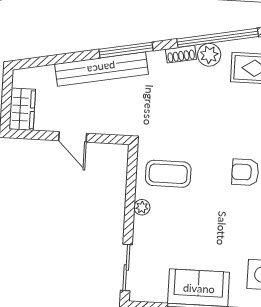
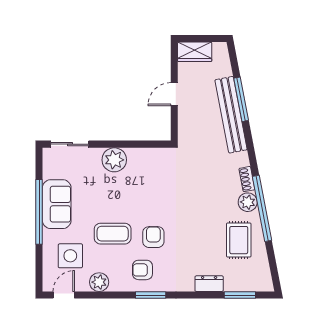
window: (126, 50) -> (241, 99), moved
coffee table: (168, 174) -> (113, 234), moved, turned 90
plant: (142, 207) -> (114, 160), width x1.87, depth x1.87

